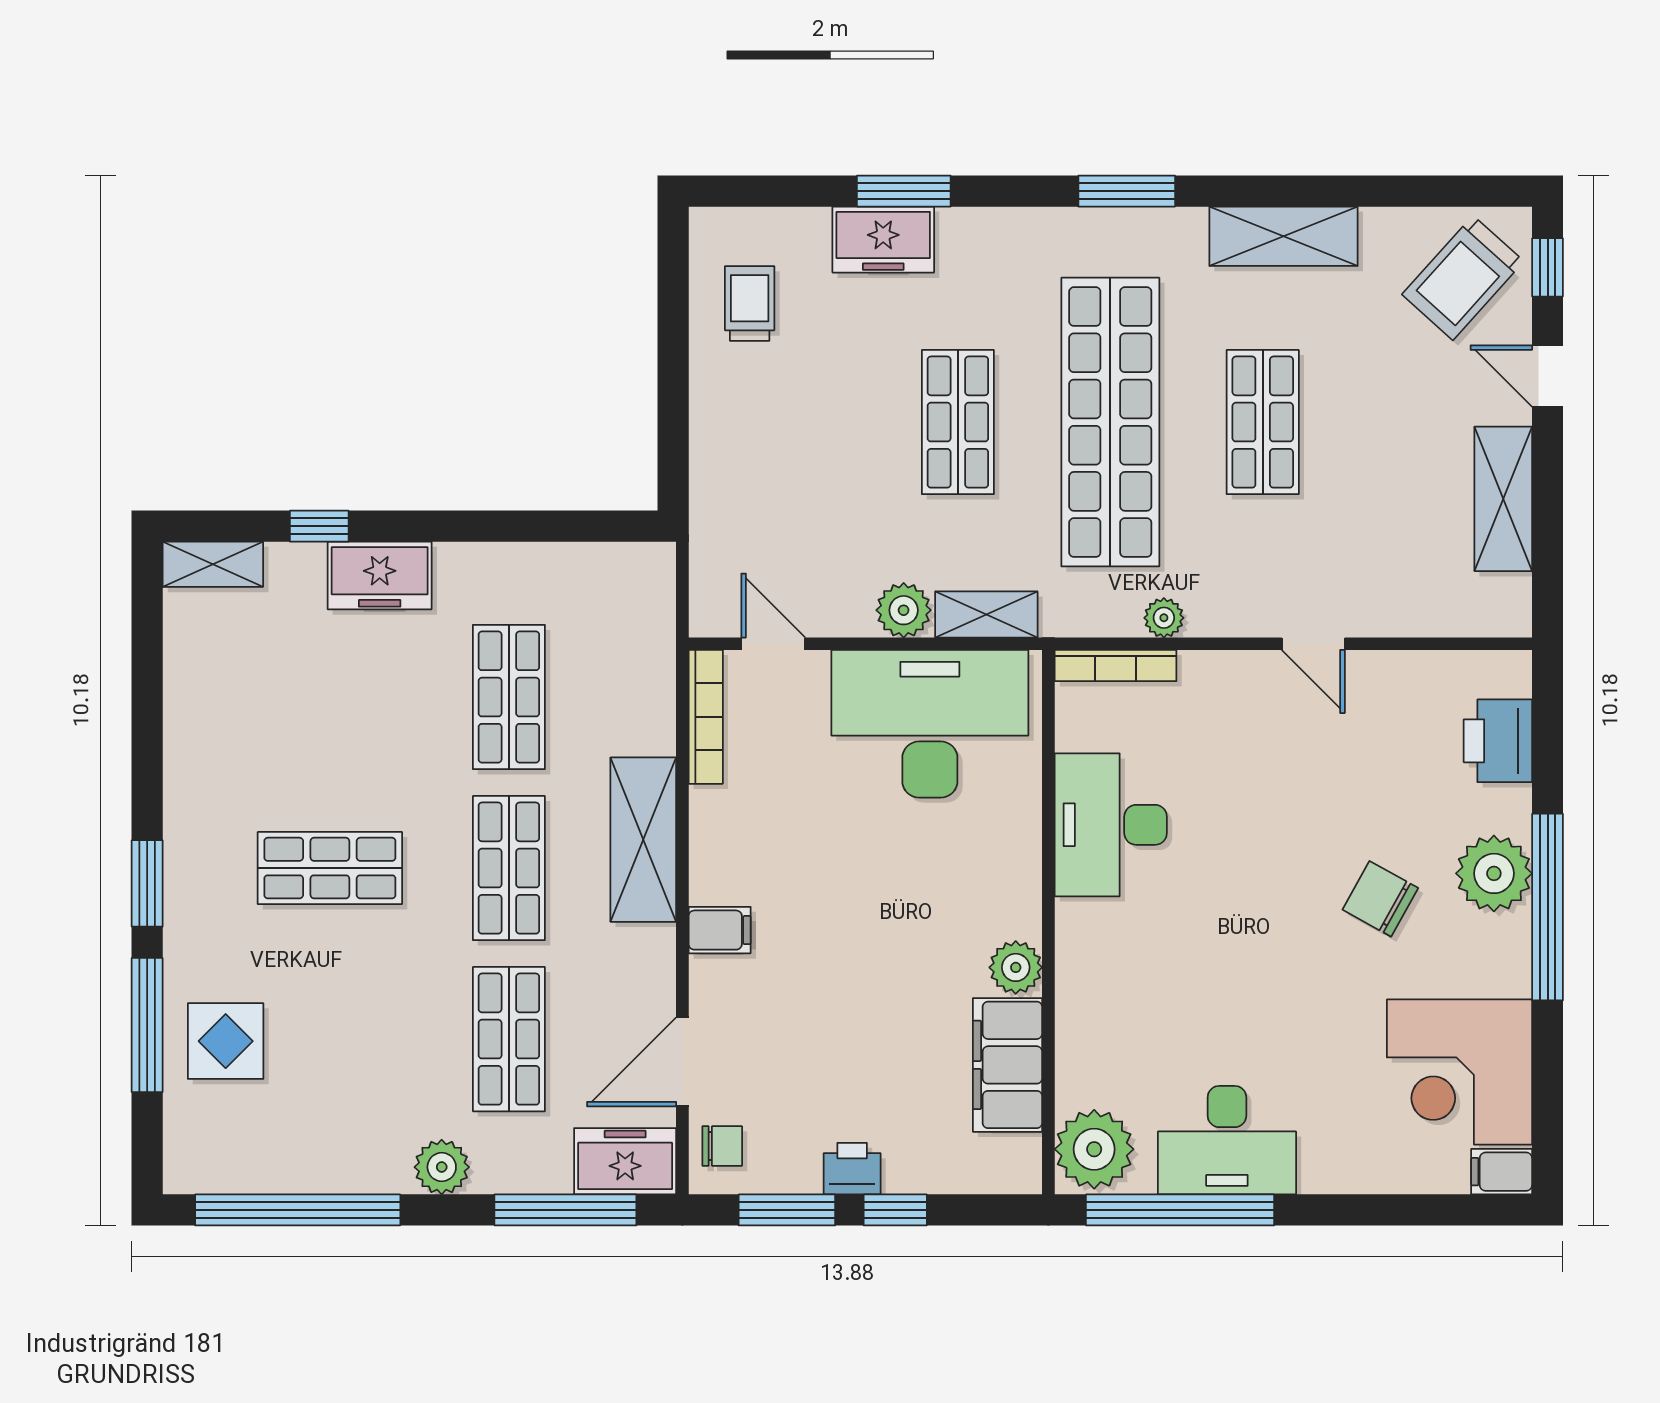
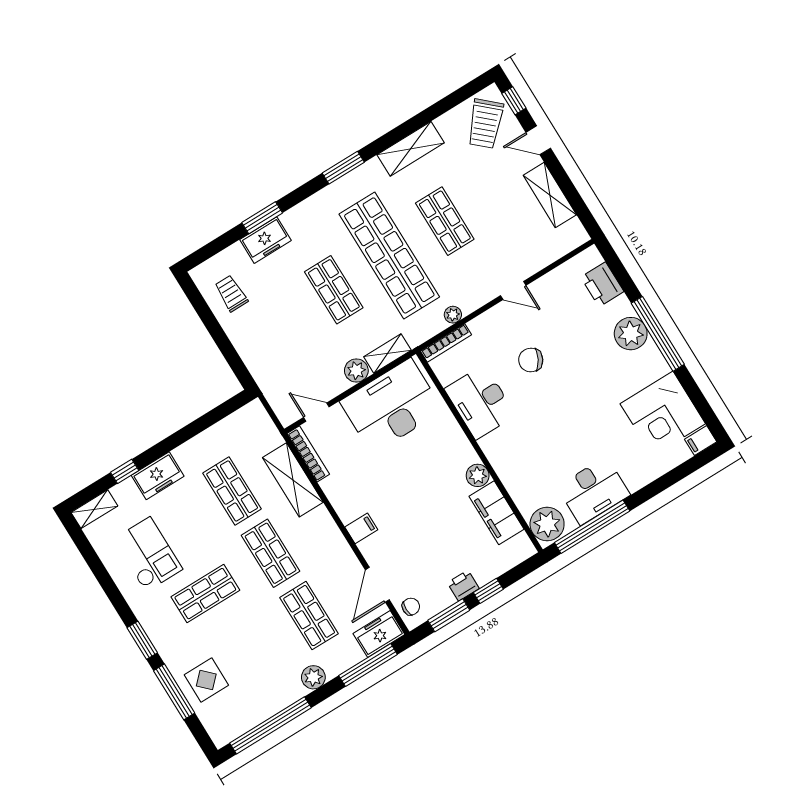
checkout: (264, 720) -> (148, 554), added
shelving: (643, 840) -> (293, 480), moved
chair: (1380, 899) -> (531, 360), moved

